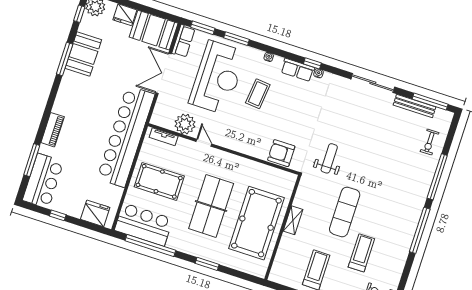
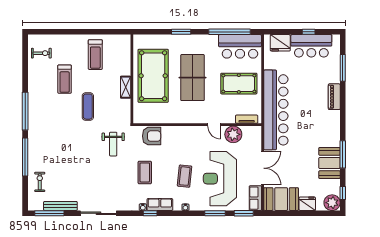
coffee table: (303, 113) -> (145, 172), added
bar counter: (43, 181) -> (311, 46), moved, turned -90
exercise mat: (345, 212) -> (88, 107), width x0.73, depth x0.69

